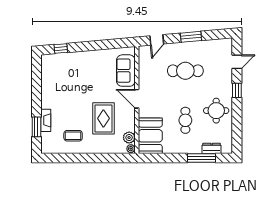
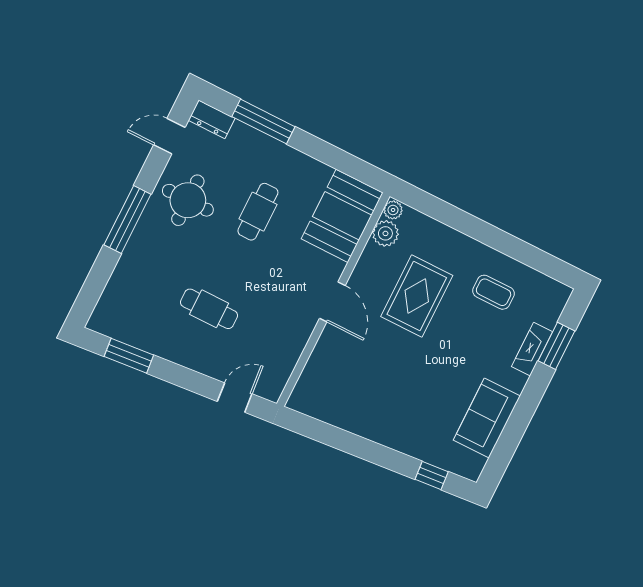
window: (191, 37) -> (129, 356), moved
door: (237, 62) -> (169, 136), moved
sofa: (126, 71) -> (487, 418), moved, turned 180
cafe table: (185, 71) -> (209, 309), width x0.73, depth x0.74
window: (237, 90) -> (127, 219), width x2.17
dresser: (212, 148) -> (212, 119), moved

